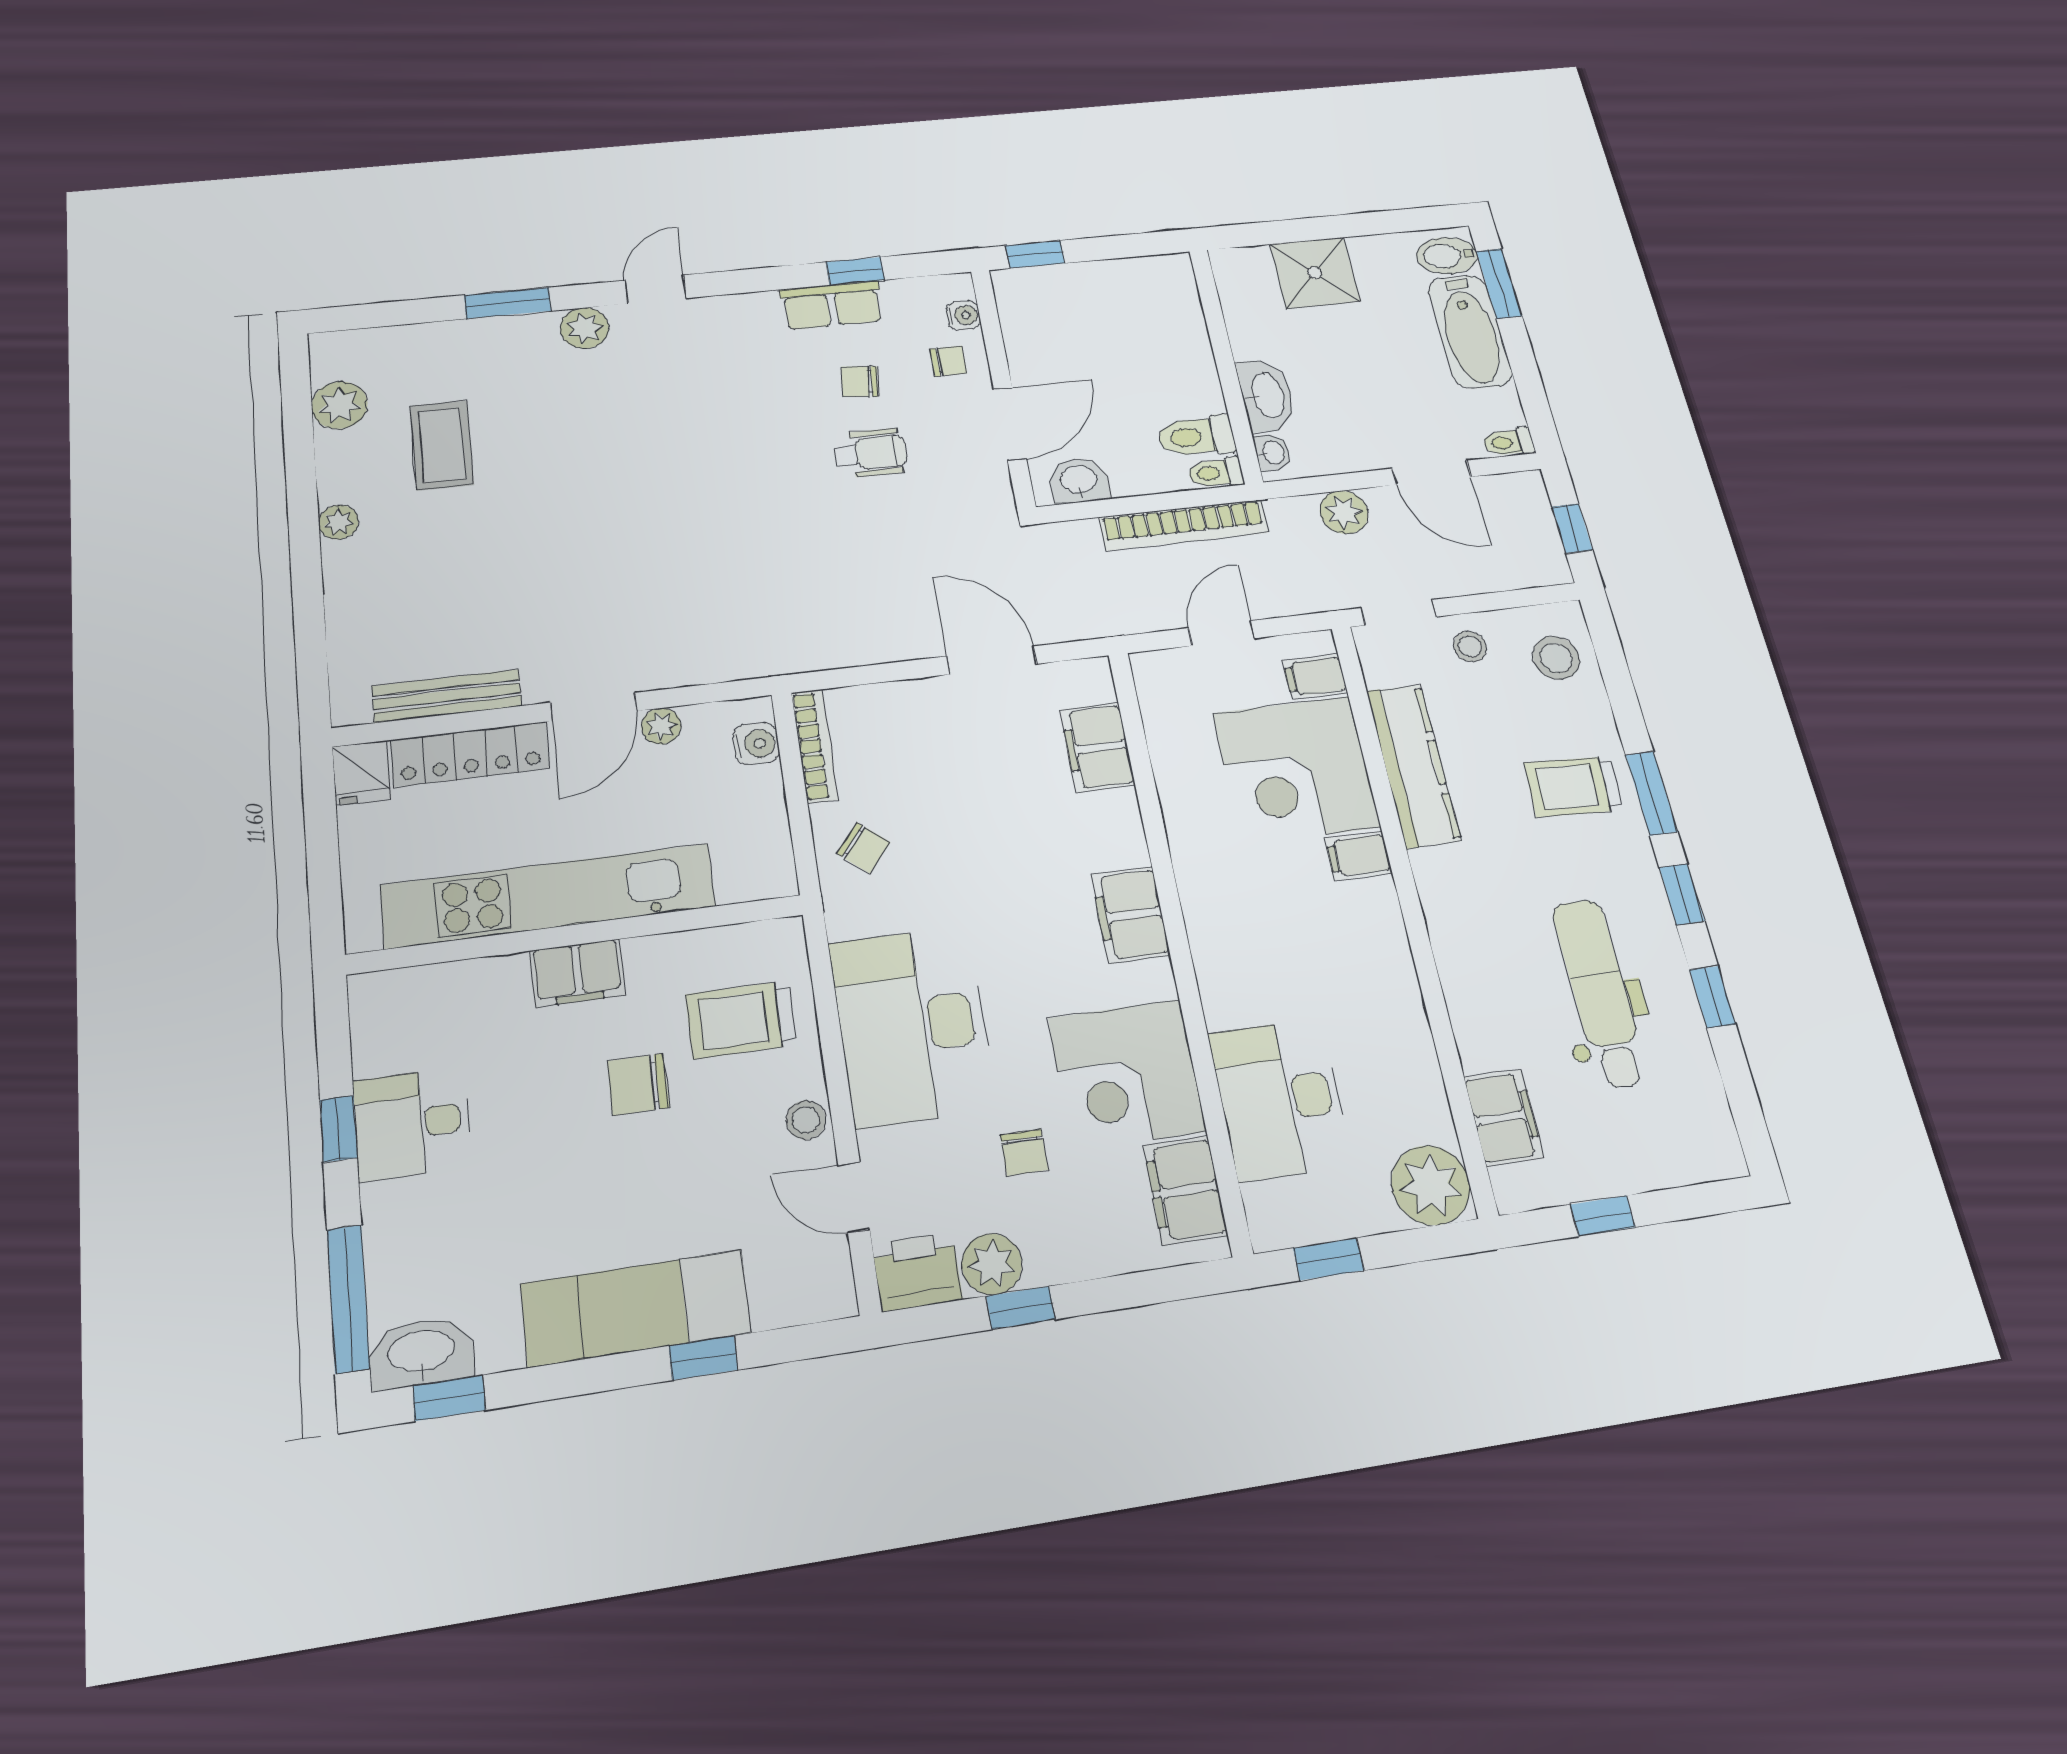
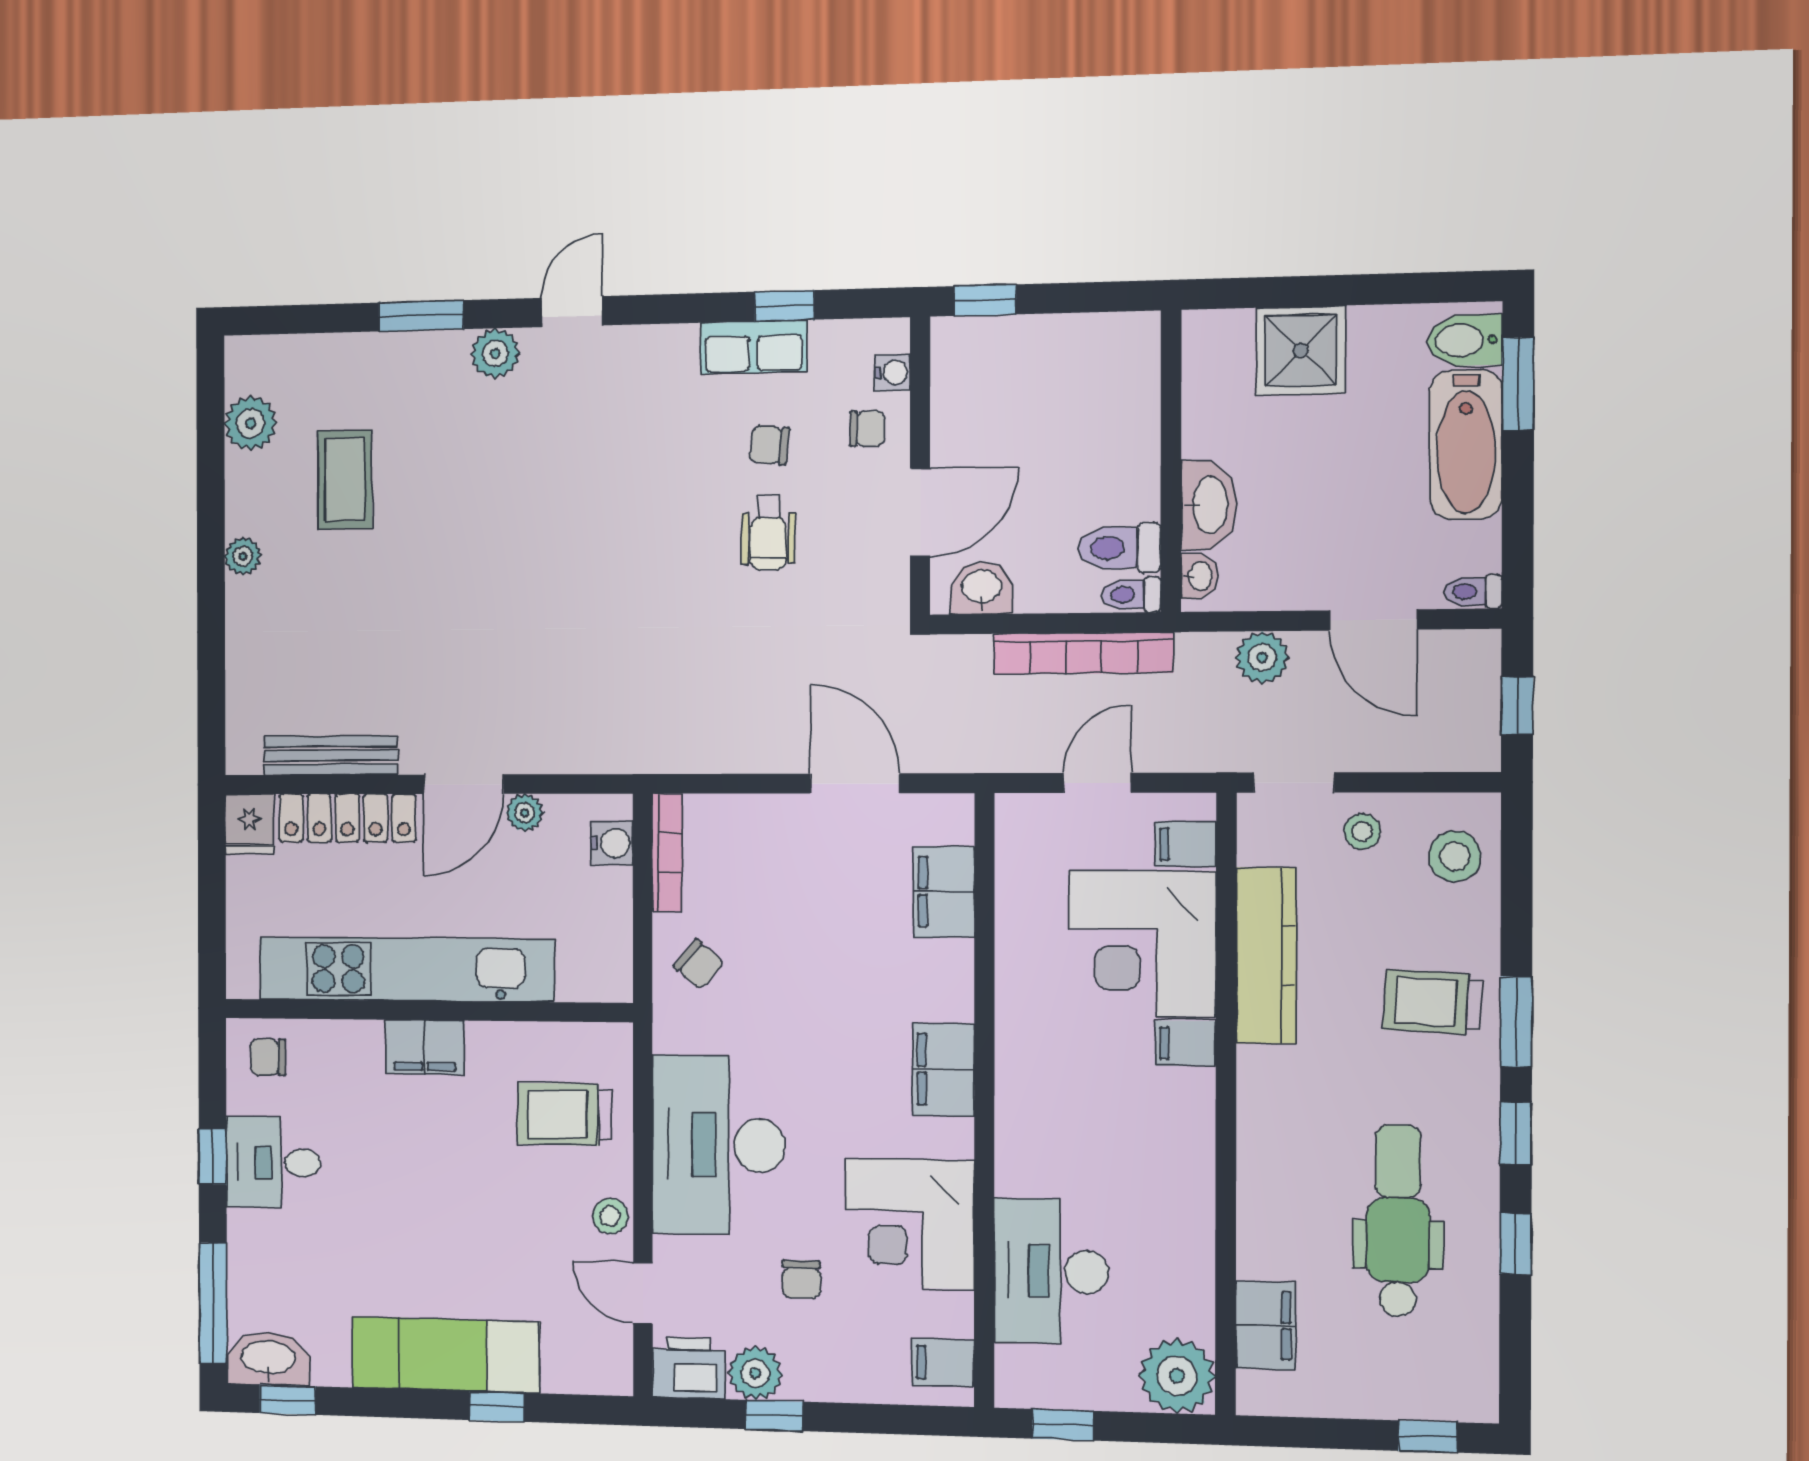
wheelchair: (871, 453) -> (768, 532), turned 90
chair: (638, 1084) -> (268, 1057), moved, width x0.73, depth x0.73
filing cabinet: (1185, 1190) -> (943, 1363), width x0.50
window: (1603, 1216) -> (1428, 1437), moved

